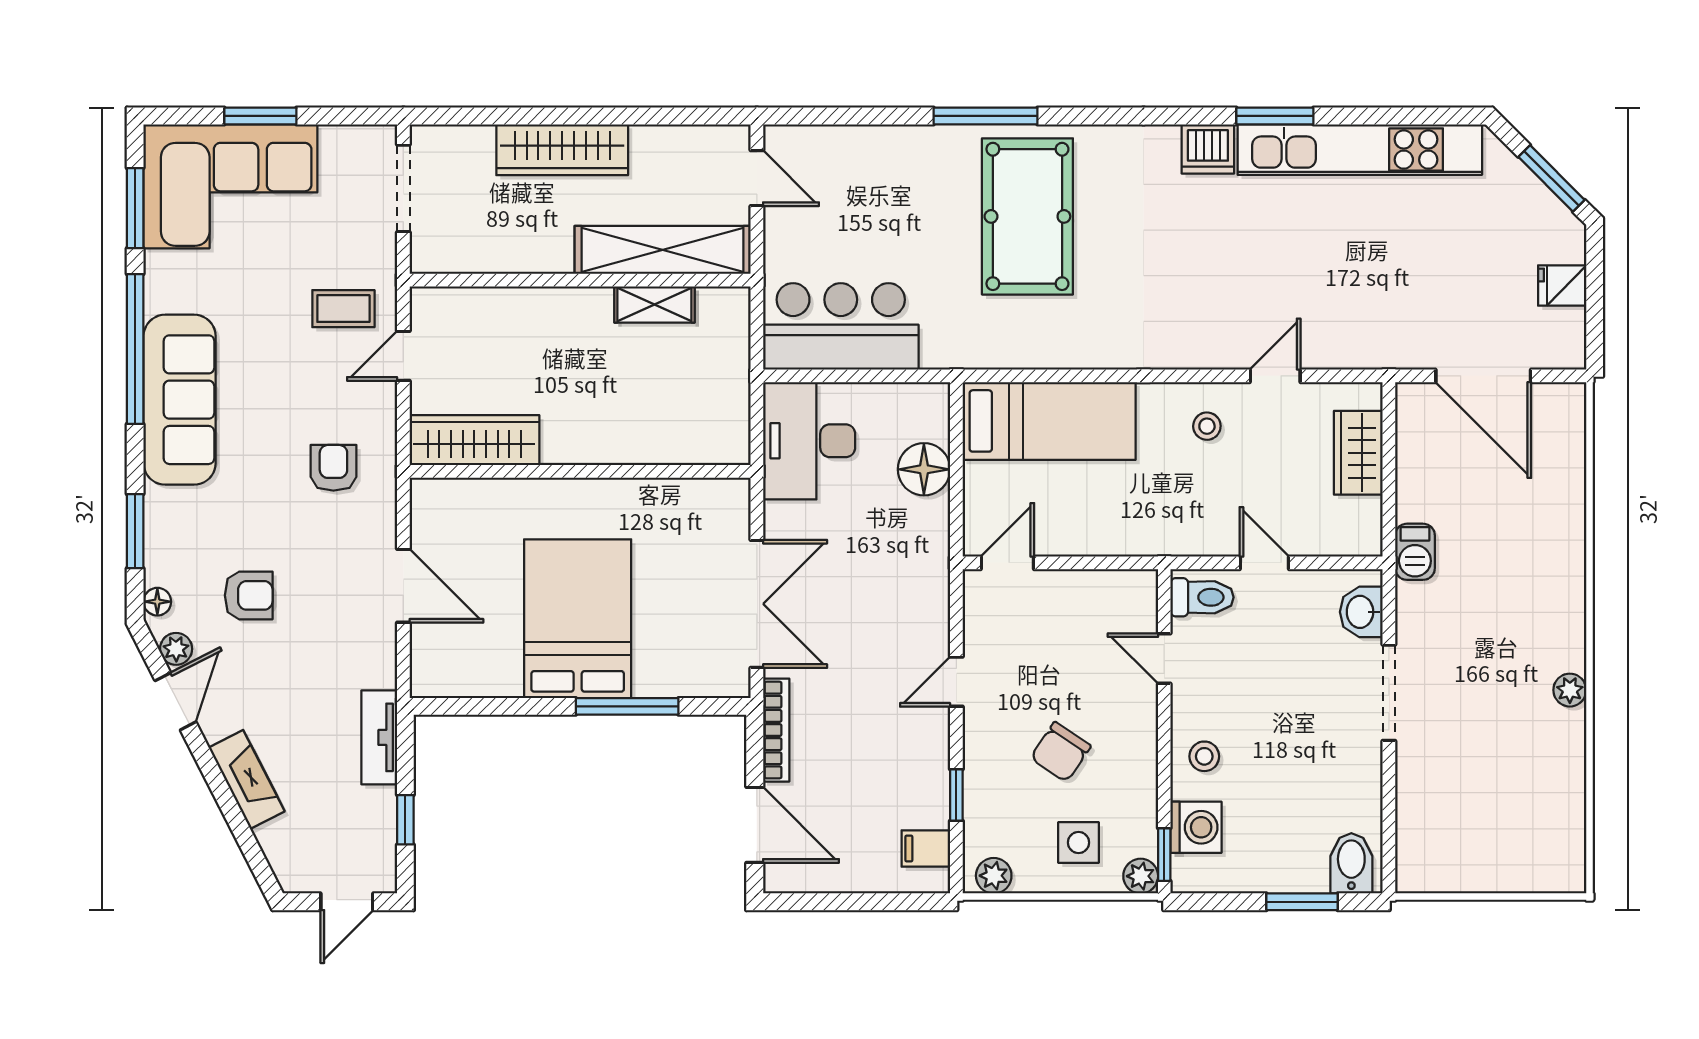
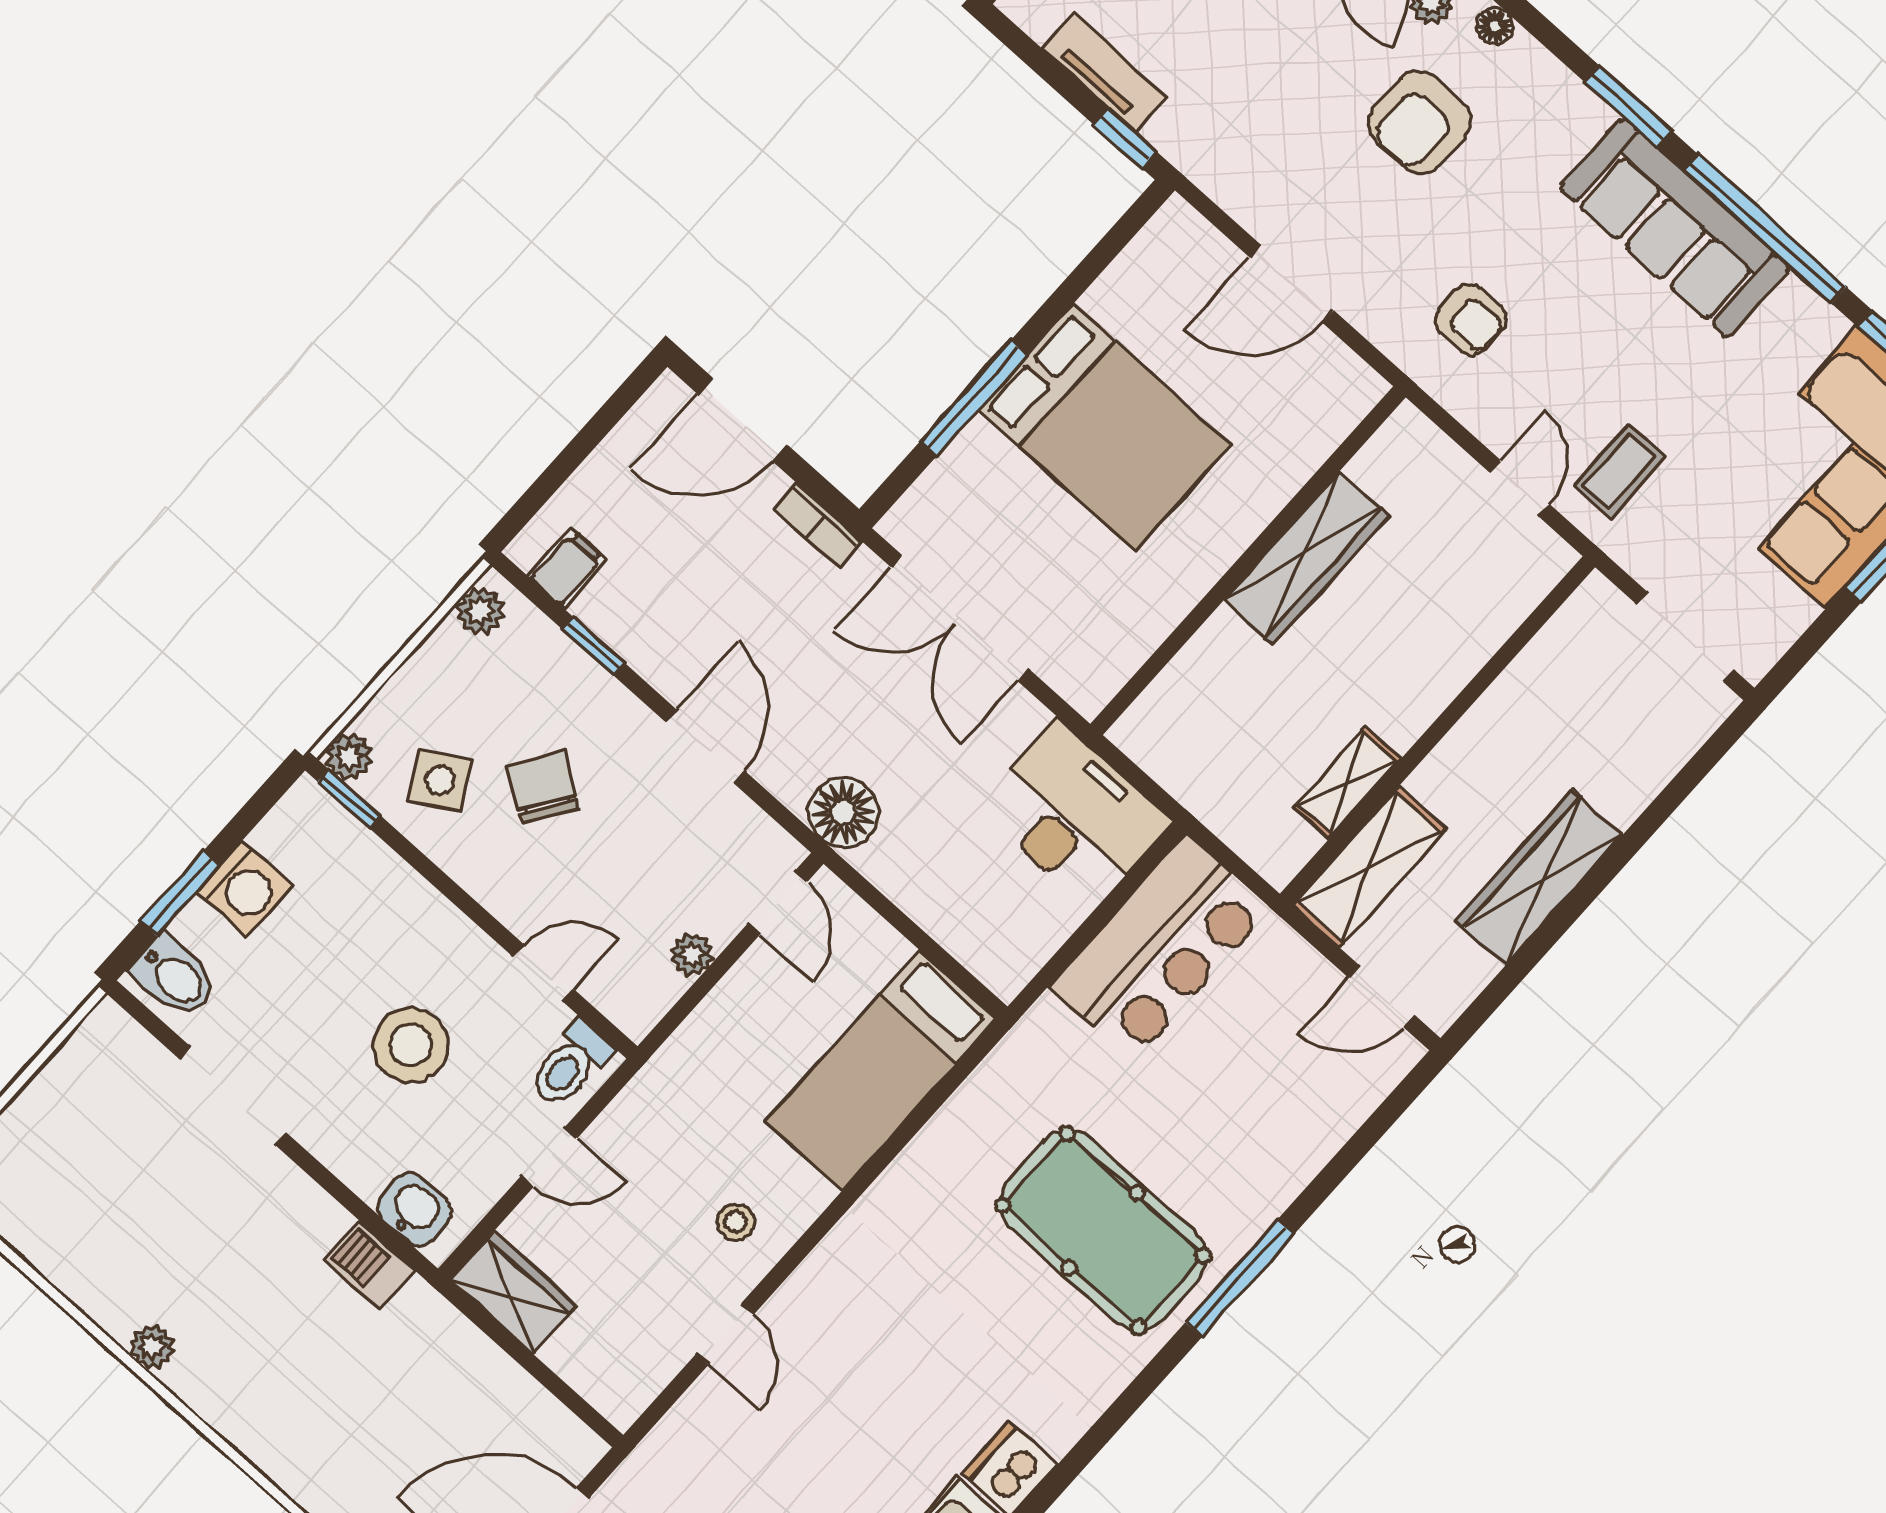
wardrobe: (562, 150) -> (1539, 878), moved
shelving: (663, 250) -> (1369, 867), width x0.68
wardrobe: (474, 440) -> (1307, 558), moved
wardrobe: (1358, 453) -> (513, 1293), moved
floor lamp: (924, 469) -> (843, 812), moved
window: (135, 531) -> (1628, 106), moved
barbecue: (1415, 552) -> (369, 1265), moved
plant: (1079, 585) -> (692, 954), added
armchair: (249, 595) -> (1420, 122), width x1.38, depth x1.38
door: (956, 682) -> (705, 747), width x1.38
doorway: (1389, 693) -> (233, 1096), moved
bookcase: (776, 730) -> (818, 525), width x0.64
tv unit: (379, 737) -> (1105, 73), moved
stool: (1204, 756) -> (411, 1045), moved, width x1.89, depth x1.89
window: (405, 820) -> (1125, 138), moved
washing machine: (1196, 827) -> (245, 889), moved, turned -90
side table: (1079, 843) -> (440, 780), moved, turned -30

